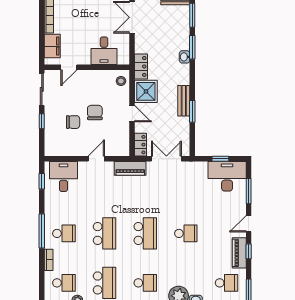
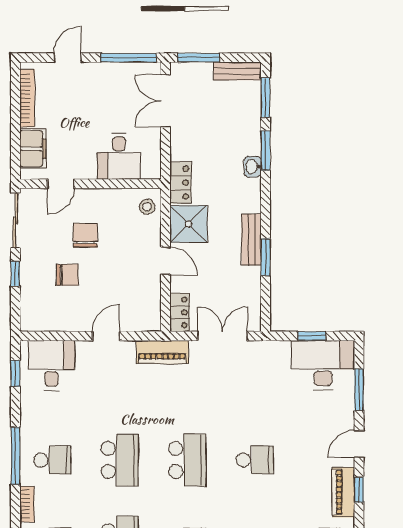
chair: (95, 112) -> (85, 235), moved

